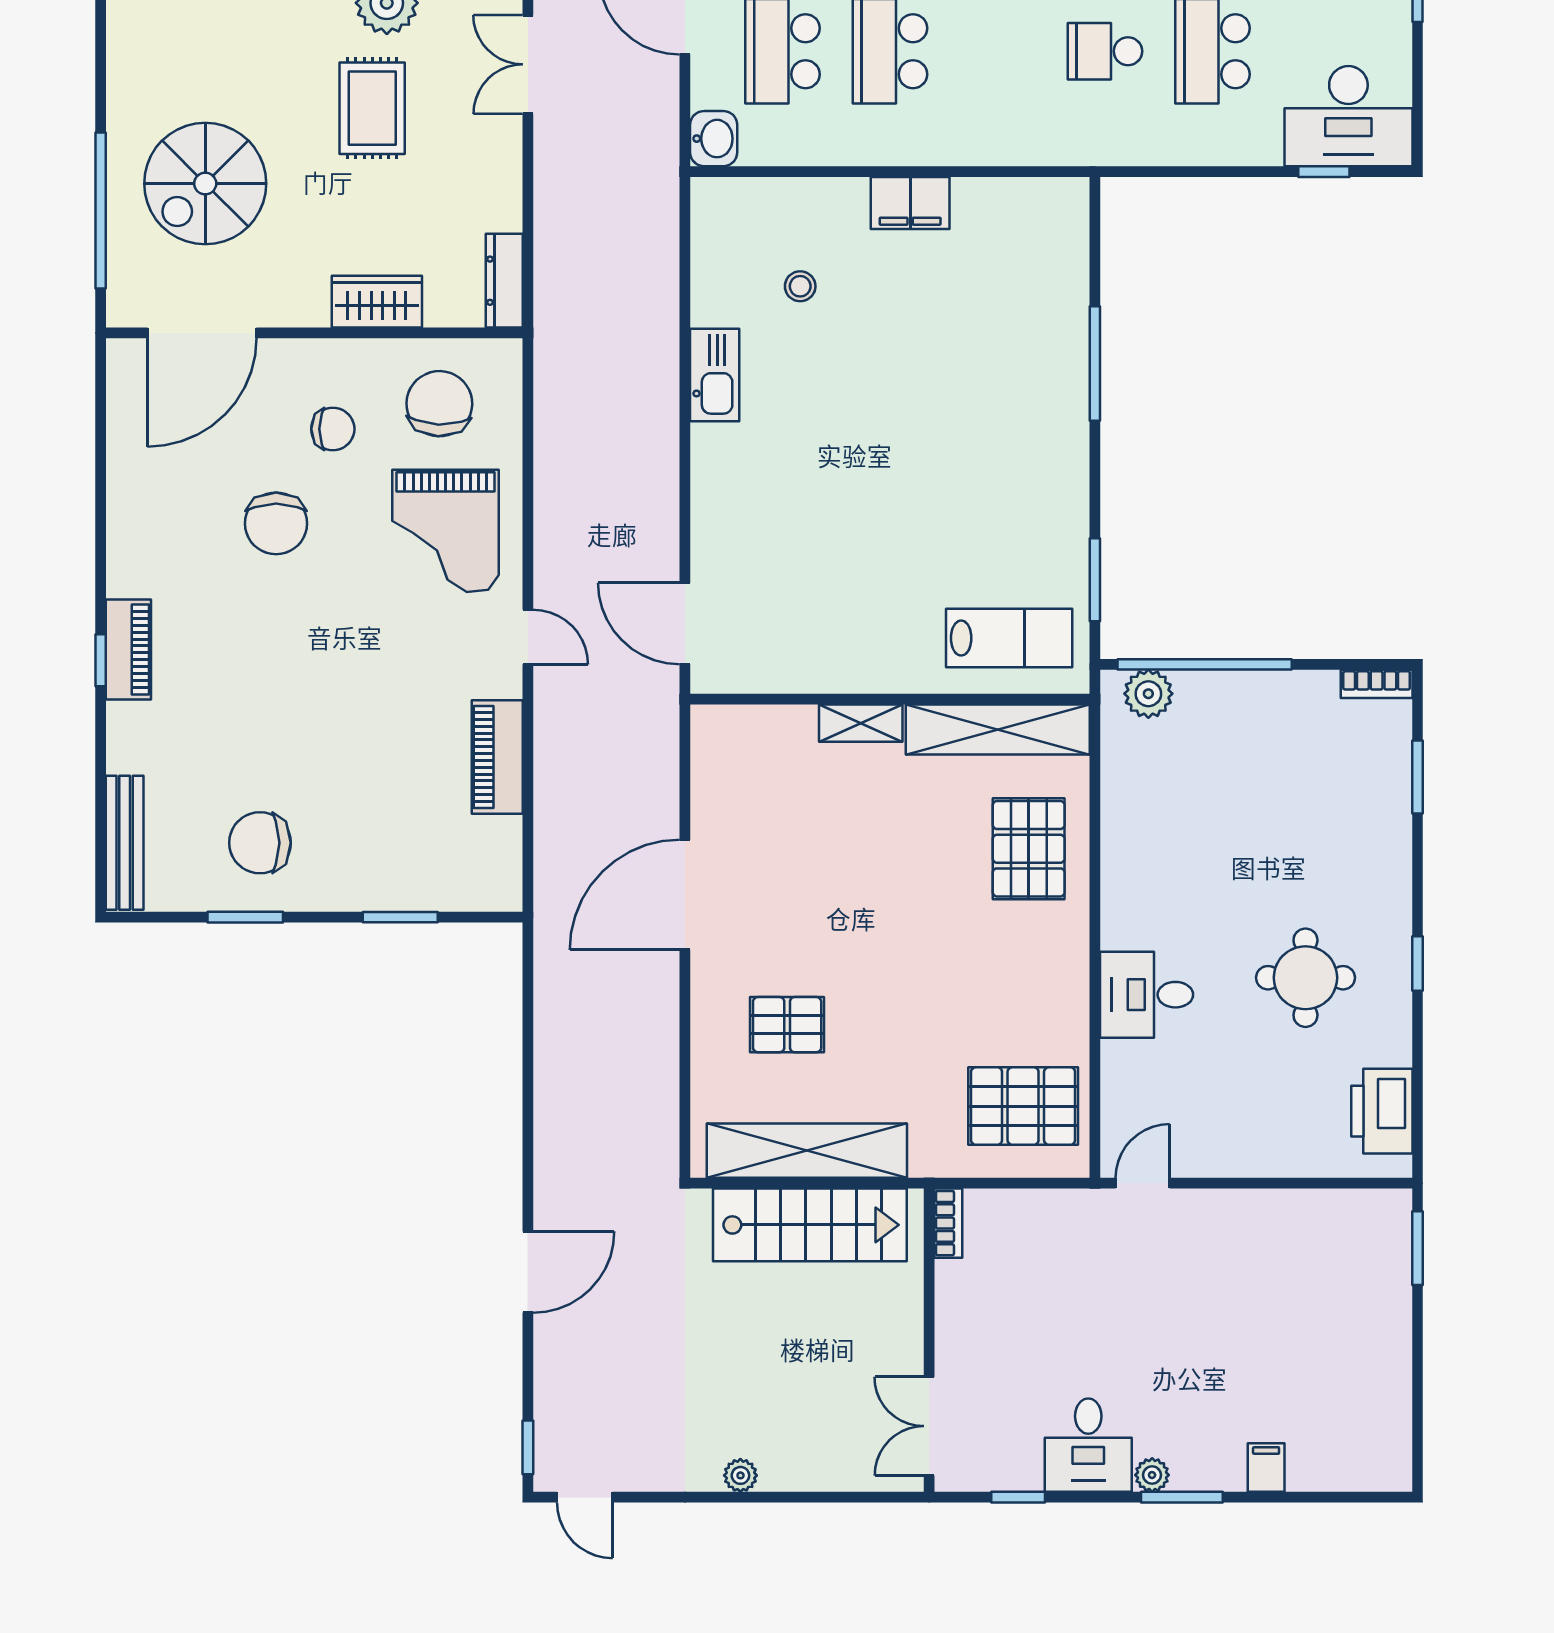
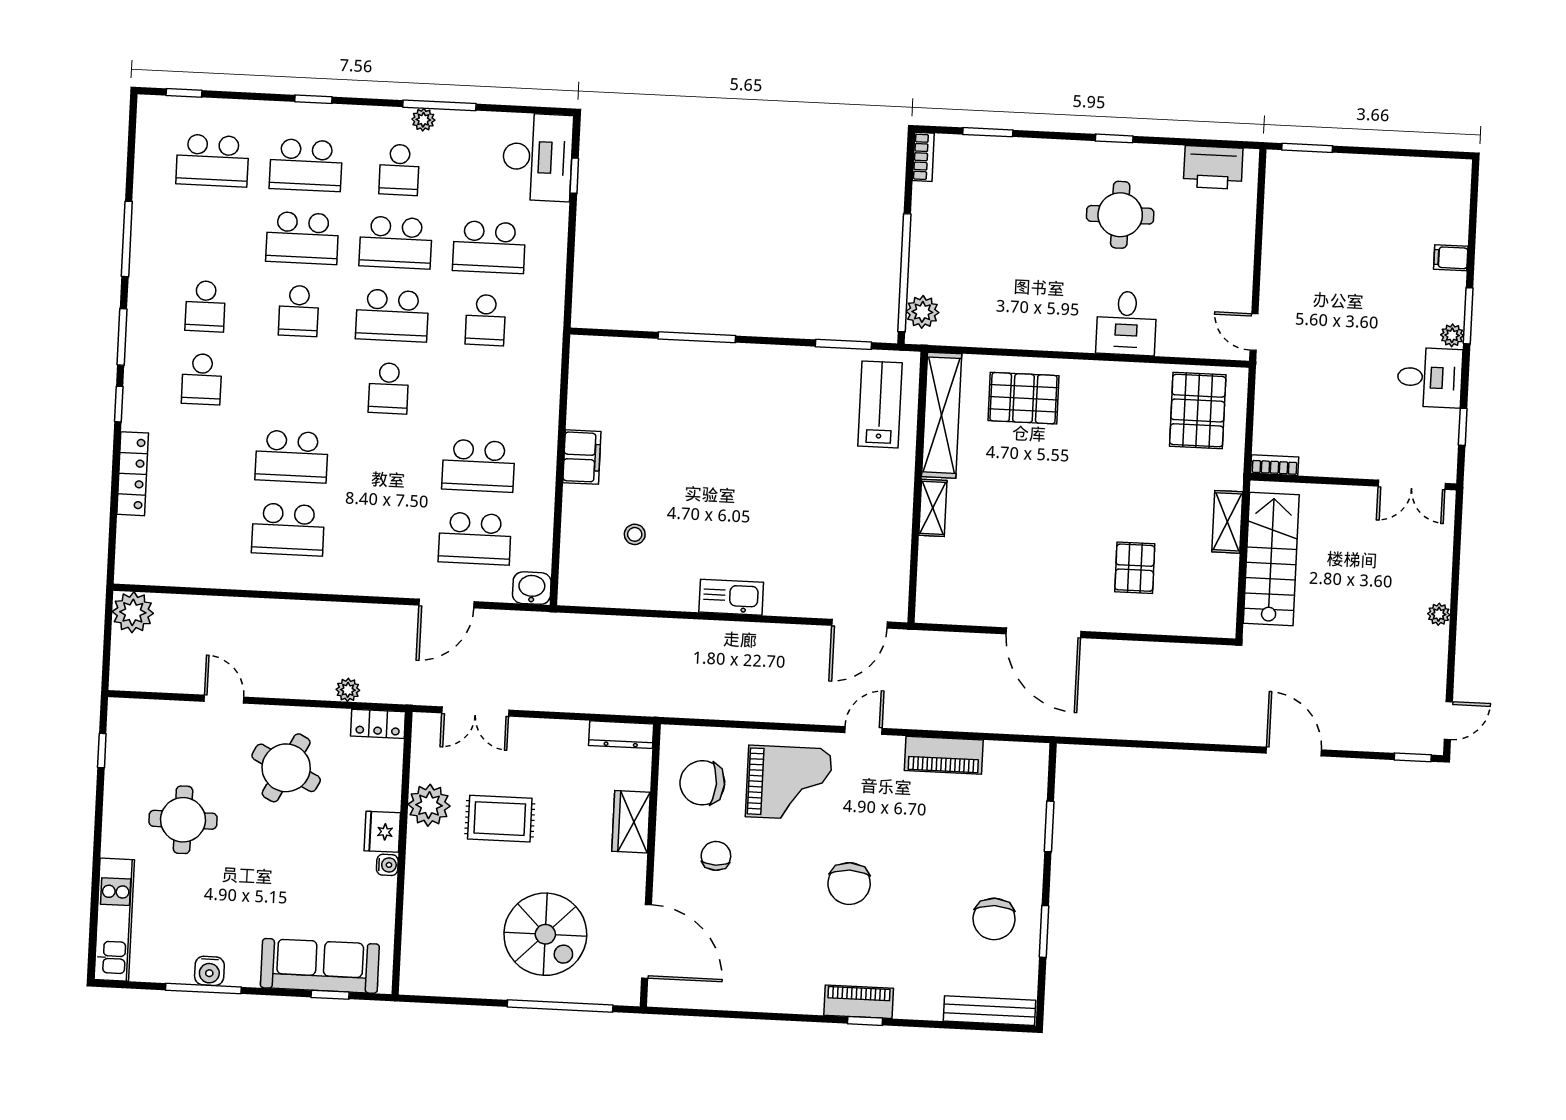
kitchen sink: (715, 375) -> (731, 597), moved
chair: (276, 523) -> (849, 884), moved, turned 90
shelving: (807, 1151) -> (1227, 522), width x0.45, depth x0.75

